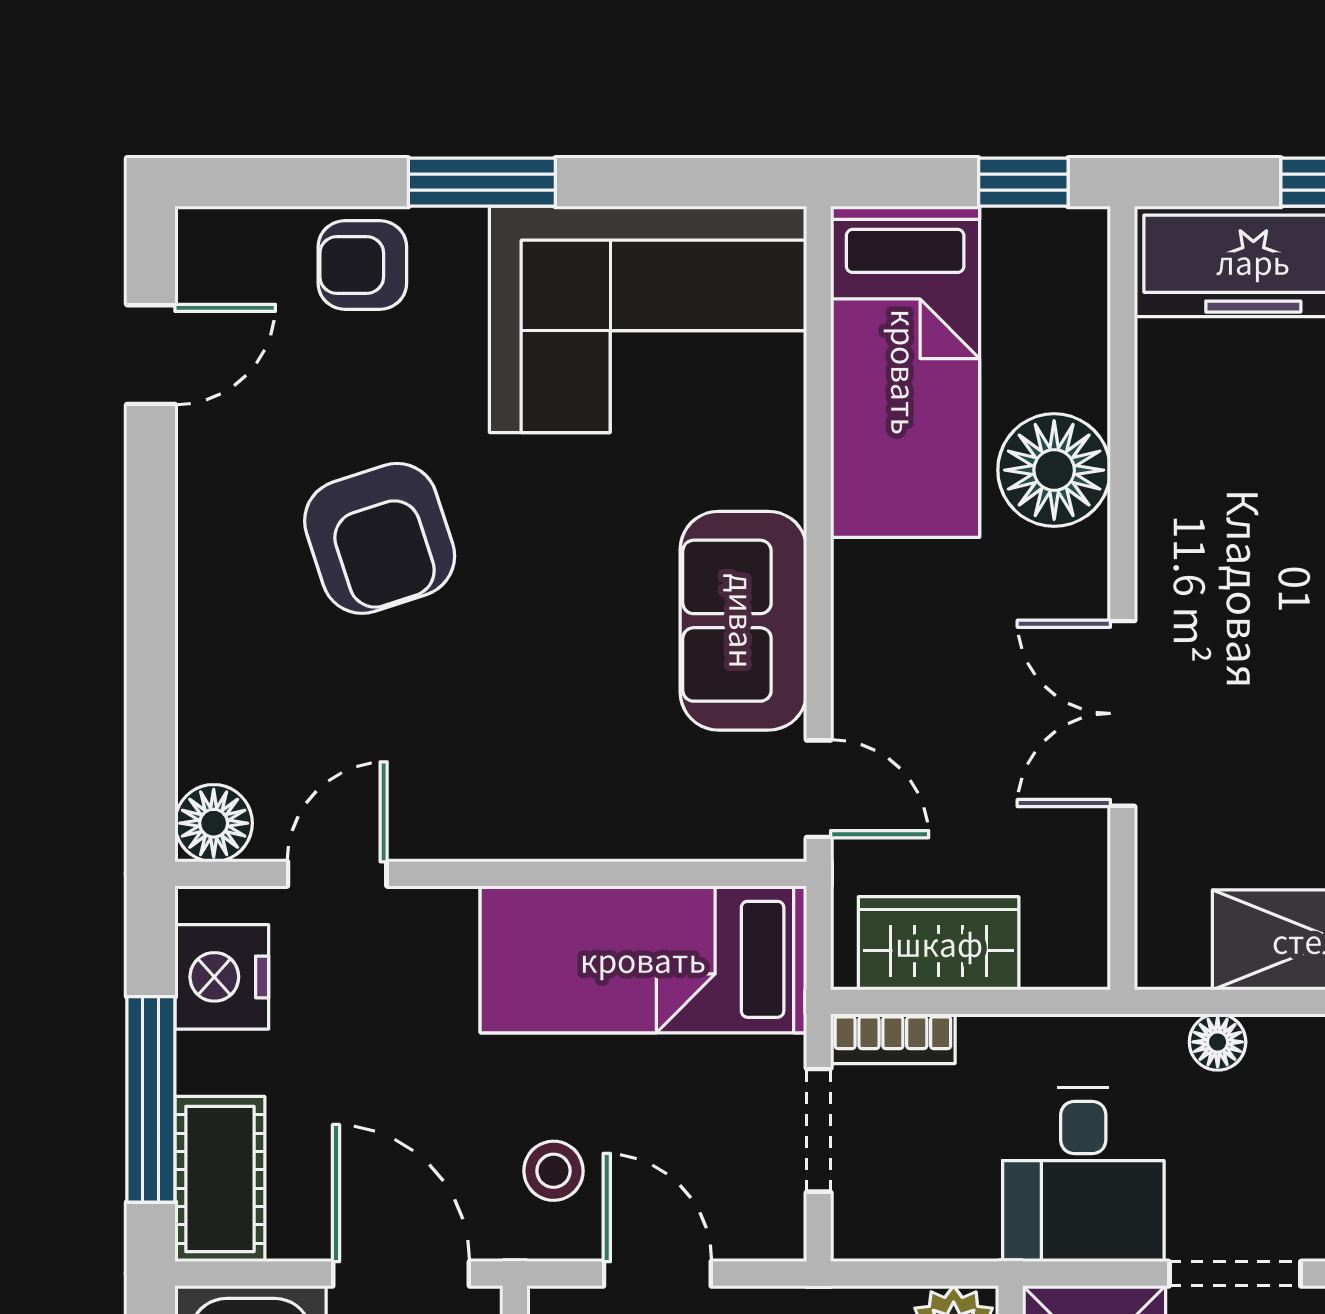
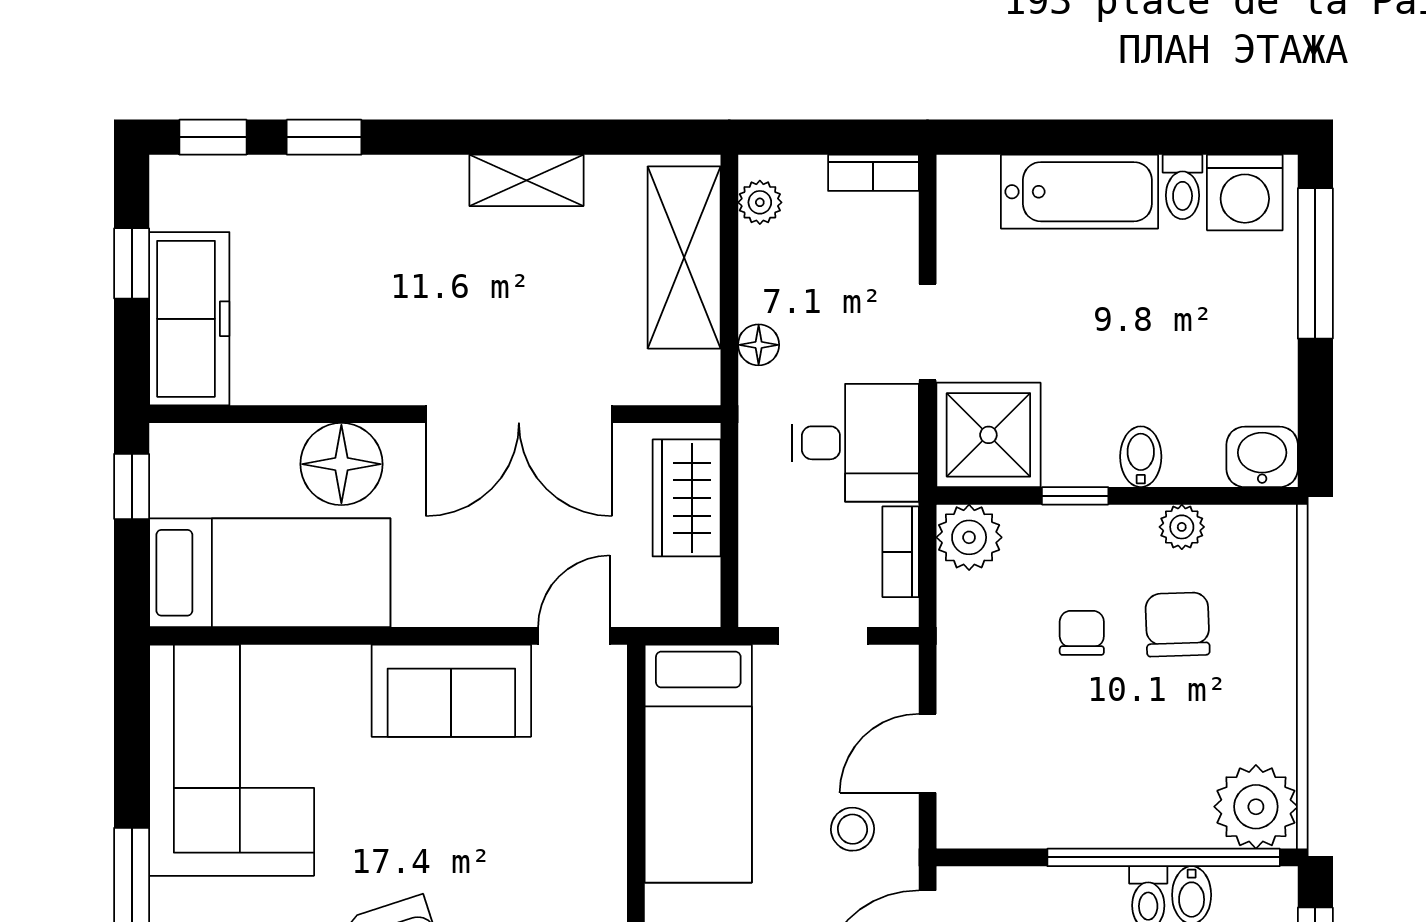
double door: (1122, 713) -> (519, 414), width x1.37
wardrobe: (939, 943) -> (687, 498), moved
bookcase: (893, 1039) -> (901, 552), moved, turned 180

